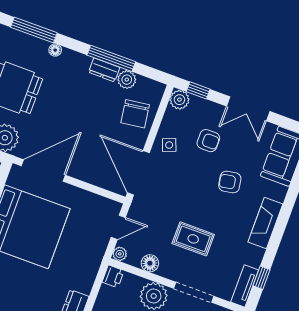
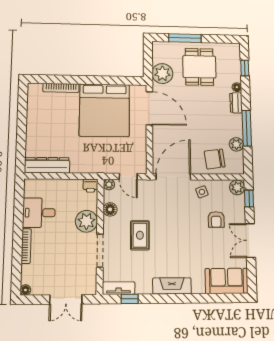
window: (34, 30) -> (245, 68), width x0.46
dresser: (104, 70) -> (236, 103), moved
armchair: (230, 182) -> (192, 247), removed

